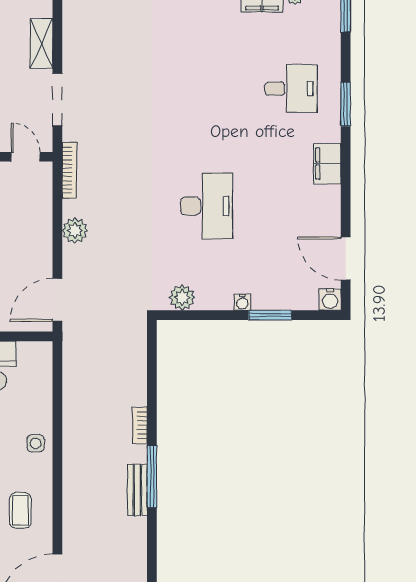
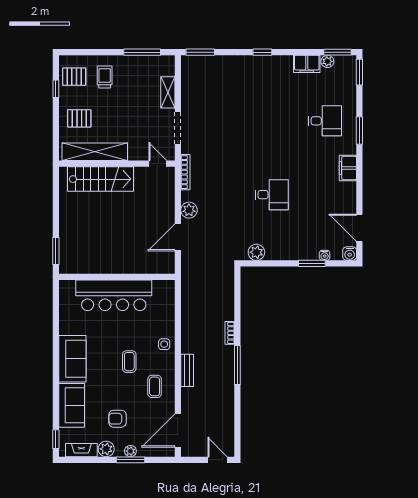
desk: (207, 206) -> (272, 195), width x0.73
door: (57, 300) -> (178, 237), moved
water cooler: (242, 302) -> (325, 255), moved
bench: (137, 490) -> (187, 370), moved

